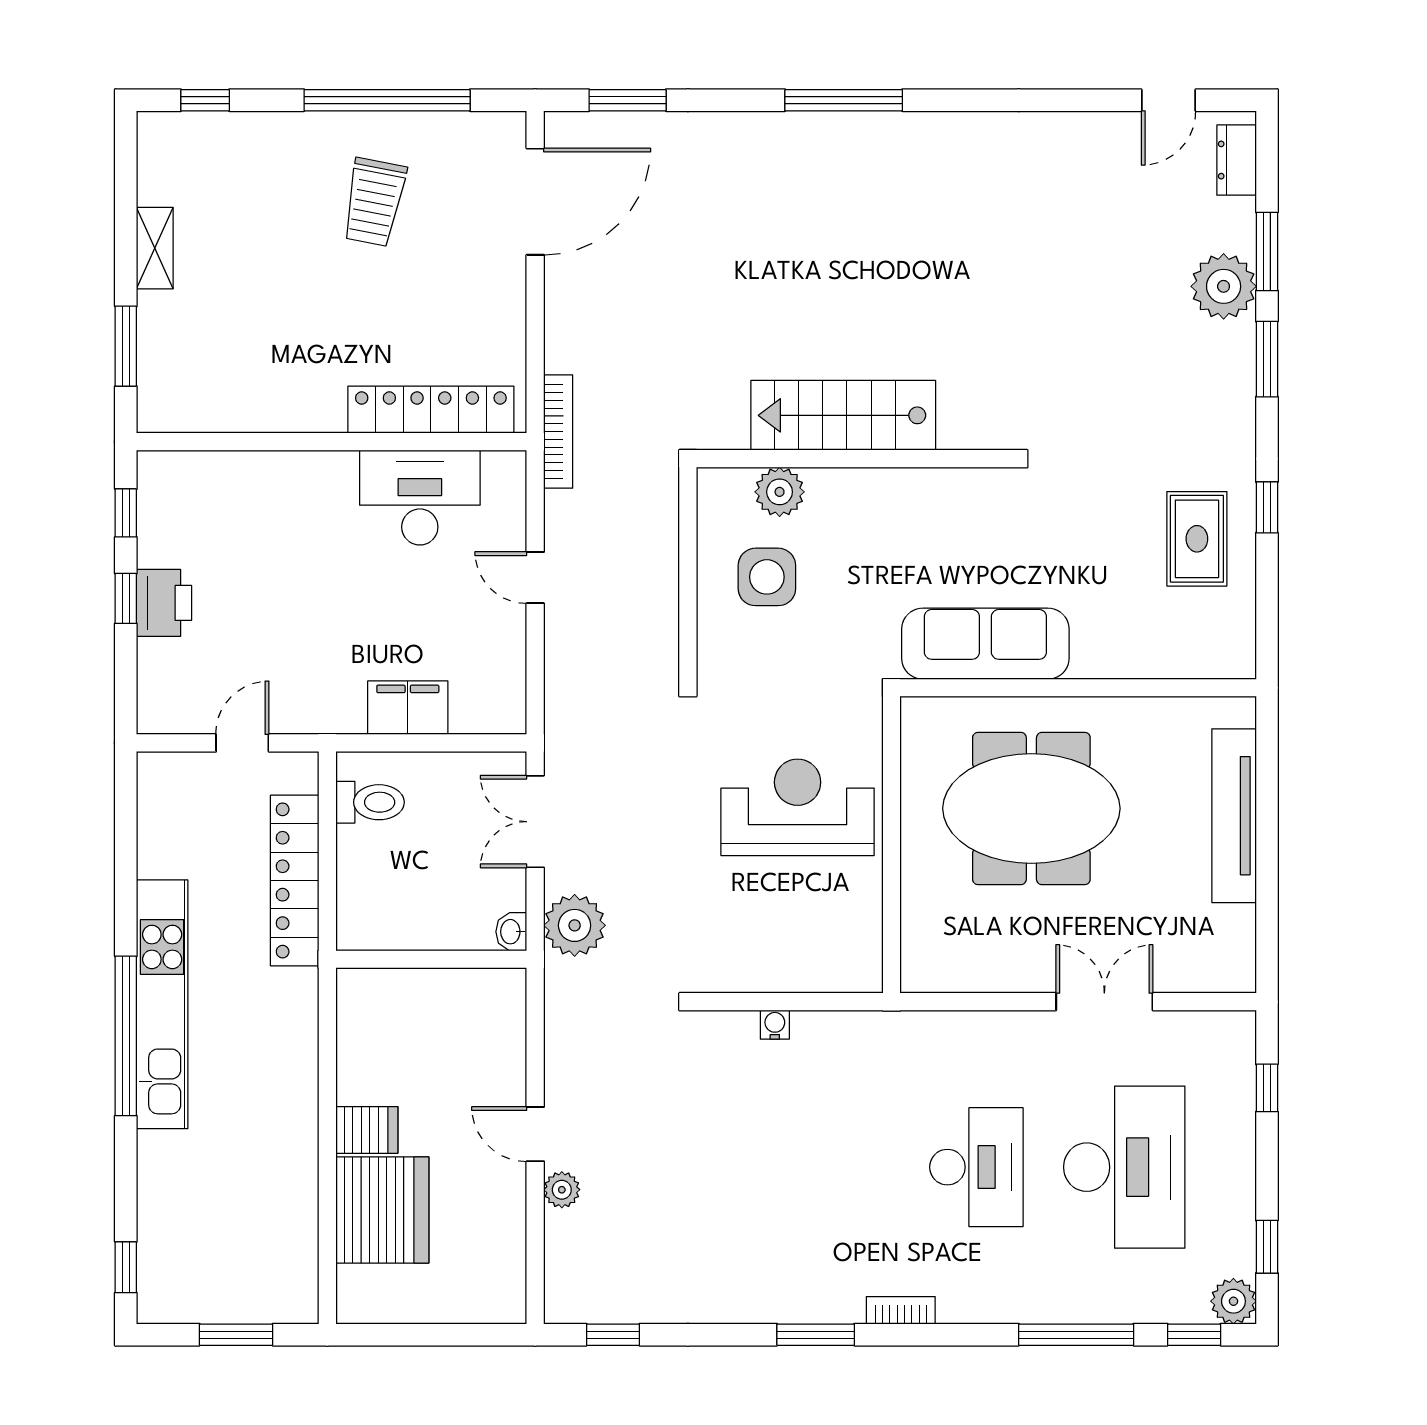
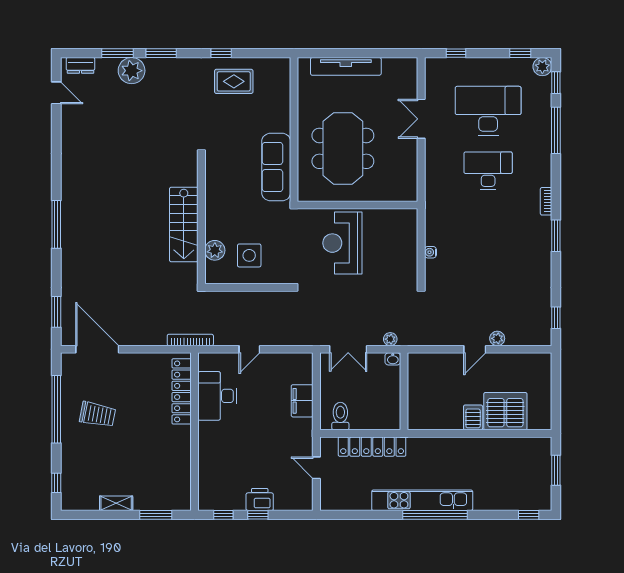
plant: (575, 925) -> (390, 339), width x0.53, depth x0.53

